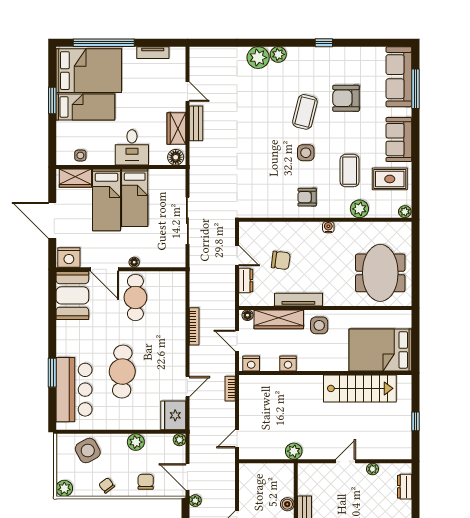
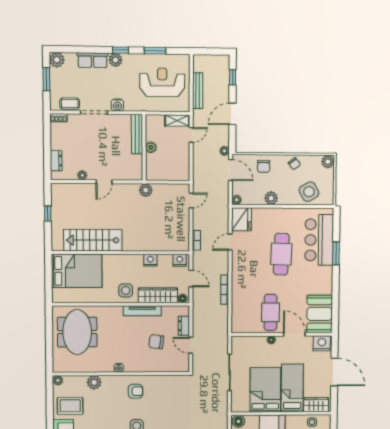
coffee table: (350, 171) -> (102, 412), removed
bed: (135, 198) -> (265, 390), width x1.50

